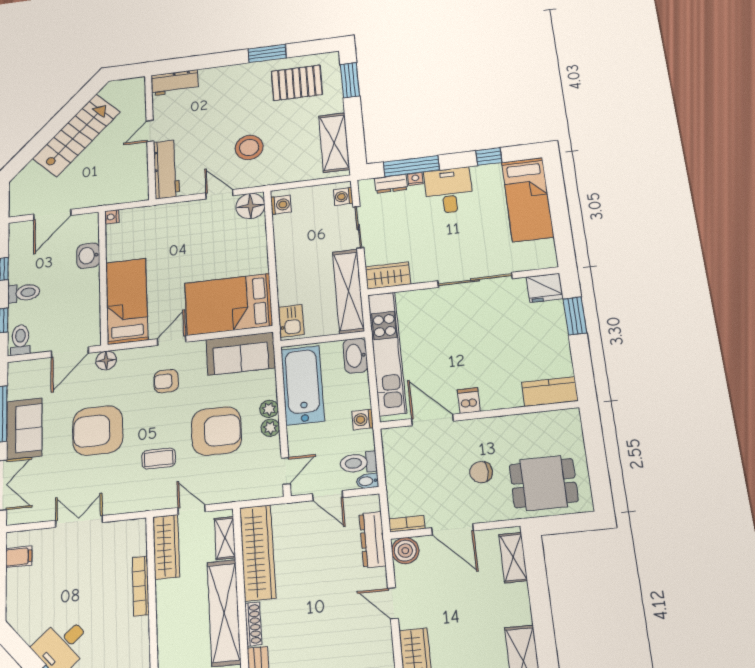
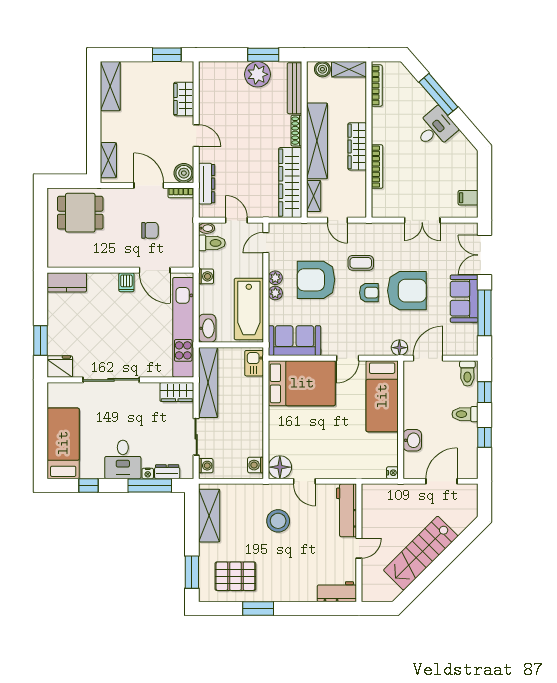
armchair: (166, 381) -> (369, 293), moved
chair: (481, 472) -> (150, 230), moved
wardrobe: (166, 547) -> (357, 146), moved

